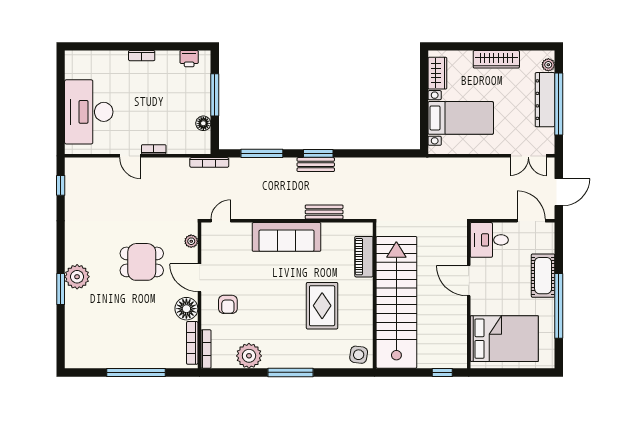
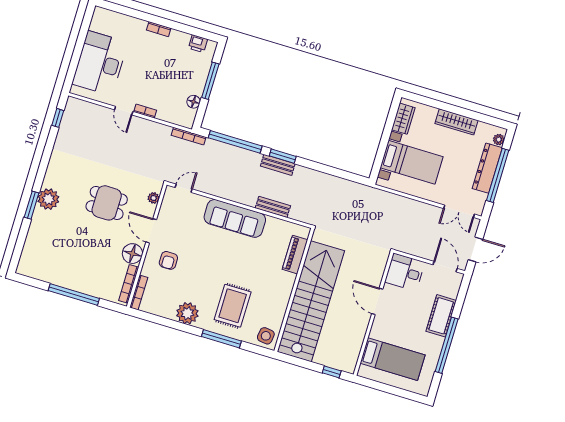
window: (262, 153) -> (235, 142), width x1.46
rug: (322, 306) -> (233, 306), moved
bed: (504, 339) -> (393, 359), width x0.67
plant: (249, 356) -> (187, 313), moved
window: (290, 372) -> (221, 339), moved

